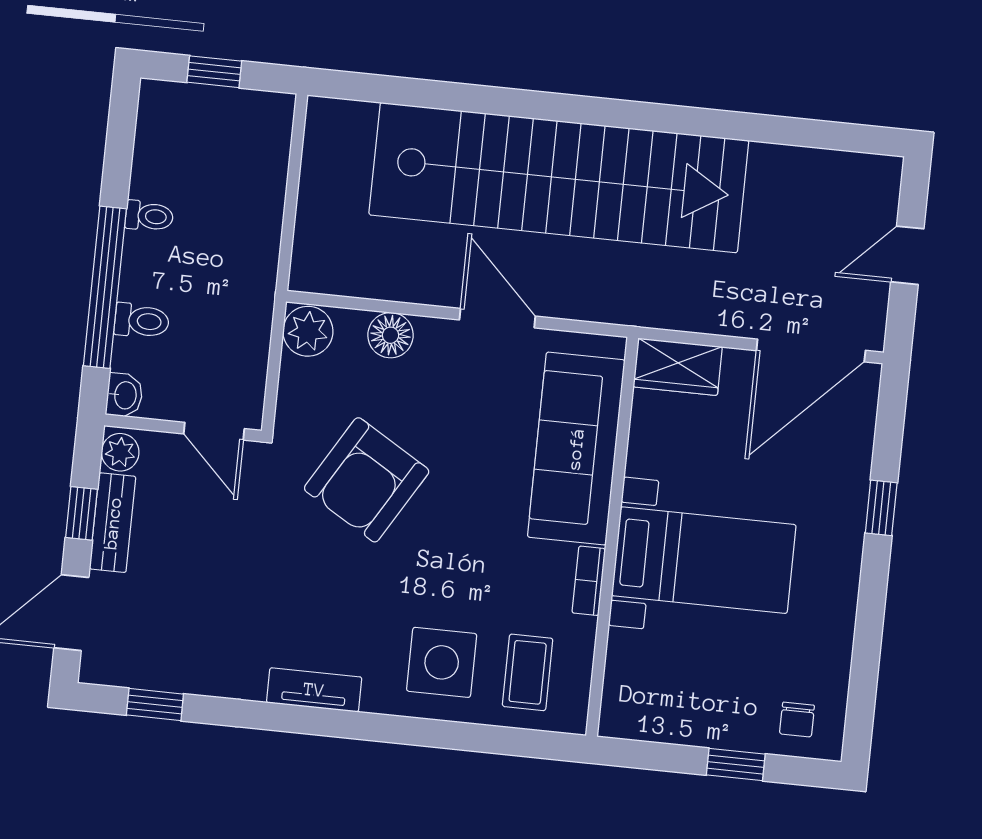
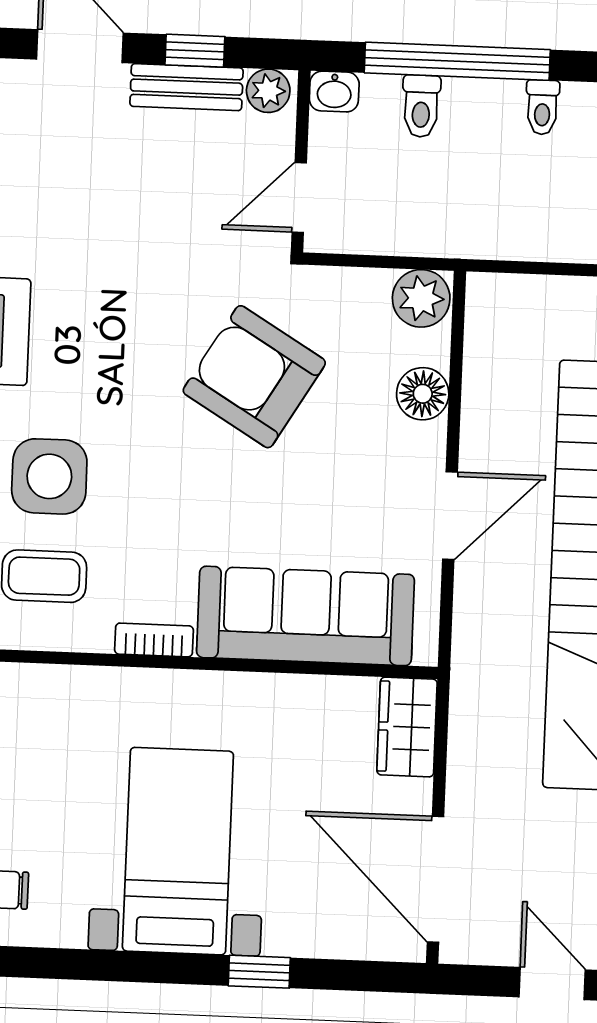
bed with nightstands: (704, 560) -> (178, 851), moved, turned 180

